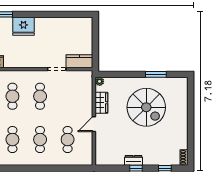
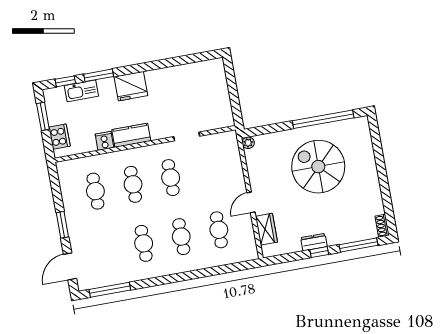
kitchen counter: (79, 61) -> (131, 135), moved
window: (156, 74) -> (323, 119), width x2.11
wardrobe: (101, 103) -> (266, 229), moved
spiral stairs: (146, 107) -> (318, 167), turned 180
window: (165, 168) -> (358, 245), width x2.17

